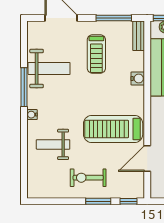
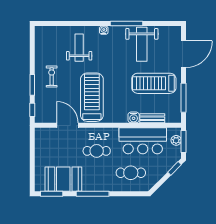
bench: (139, 36) -> (152, 118), moved
treadmill: (96, 54) -> (154, 83), width x1.37, depth x1.38
exercise bike: (88, 178) -> (52, 76), width x0.73, depth x0.72

